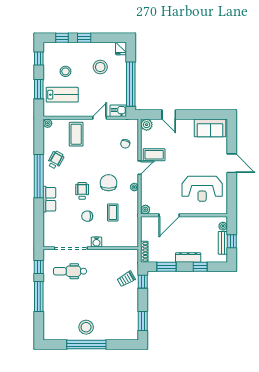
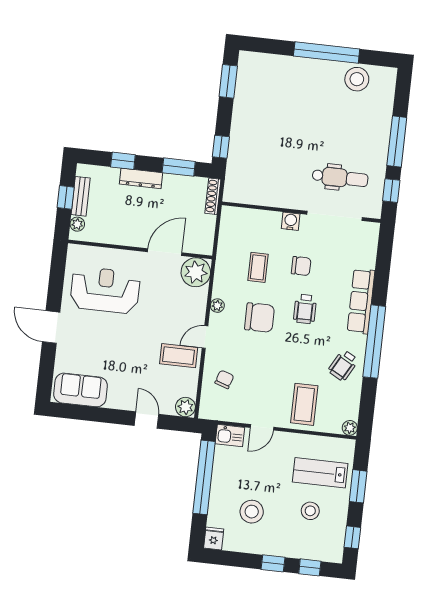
chair: (109, 183) -> (260, 318), turned -90
row of seats: (49, 199) -> (361, 301), width x1.48
plant: (145, 210) -> (196, 272), width x1.87, depth x1.87
trolley: (126, 279) -> (248, 154), removed
stool: (86, 327) -> (357, 79), moved

